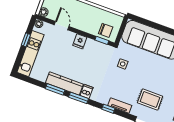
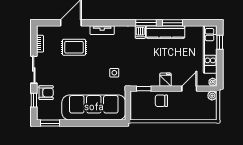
door: (62, 26) -> (189, 89), swing flipped
chair: (106, 30) -> (161, 101), moved
window: (26, 40) -> (220, 42), moved
window: (108, 109) -> (112, 23), removed

